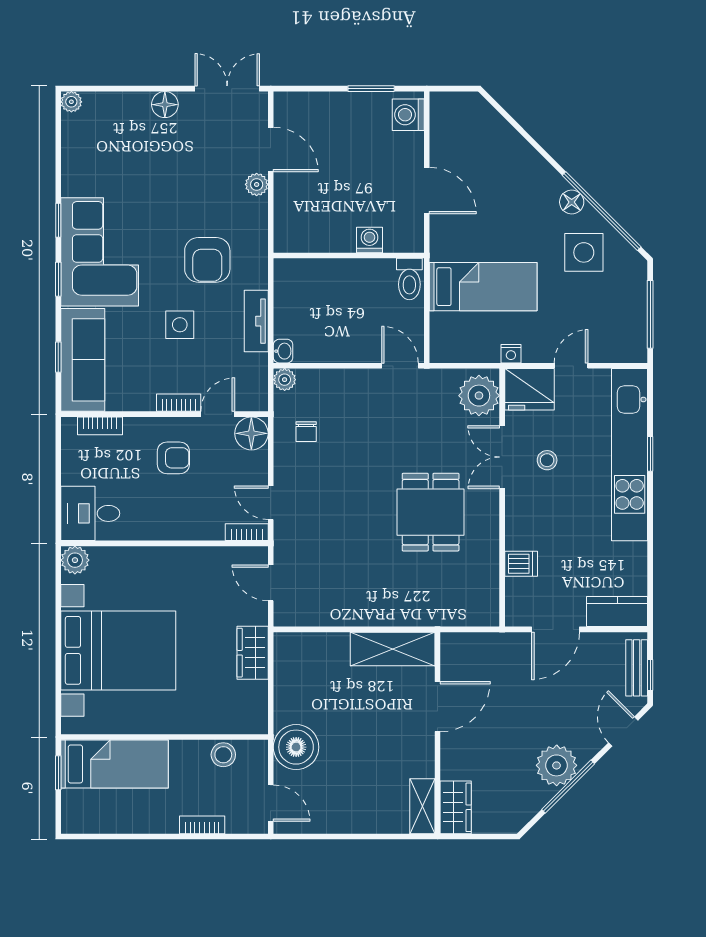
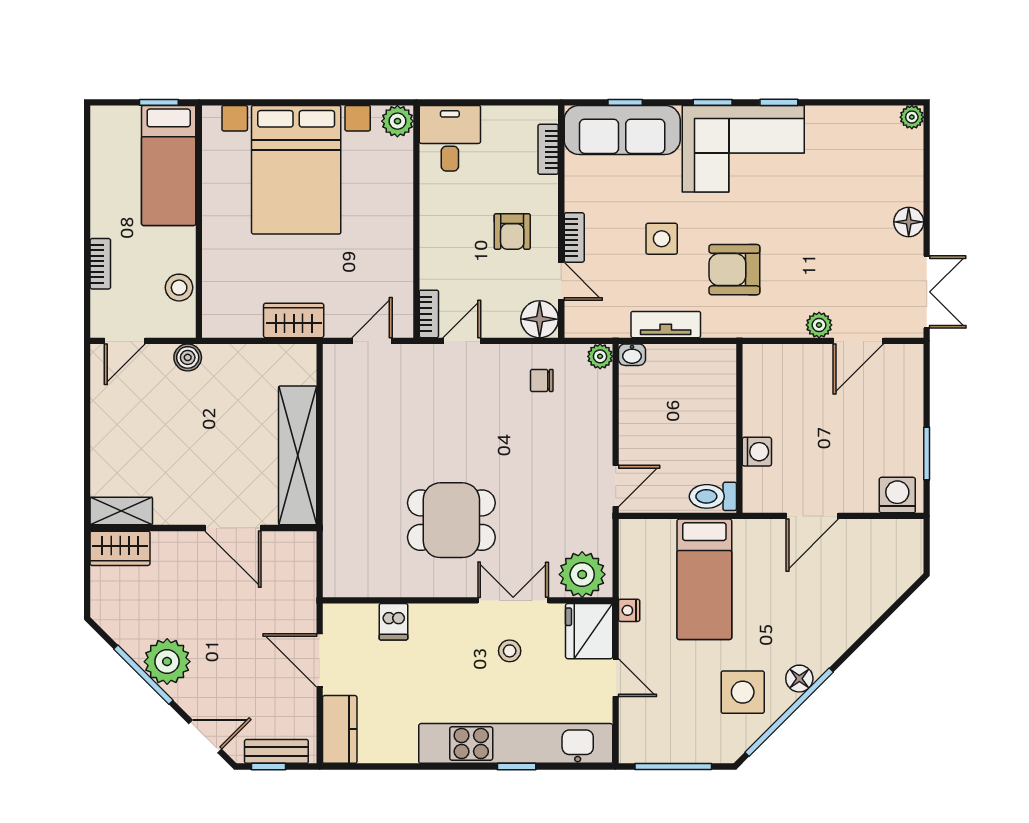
shelving: (393, 649) -> (298, 455), width x1.47
boiler: (296, 747) -> (188, 357), width x0.54, depth x0.54

